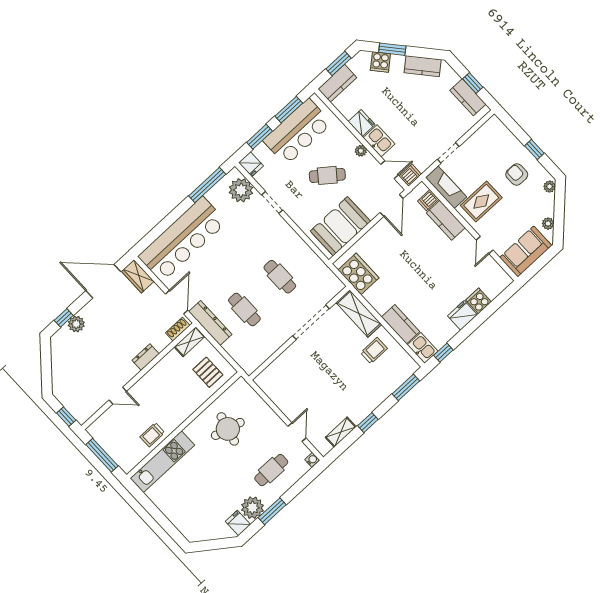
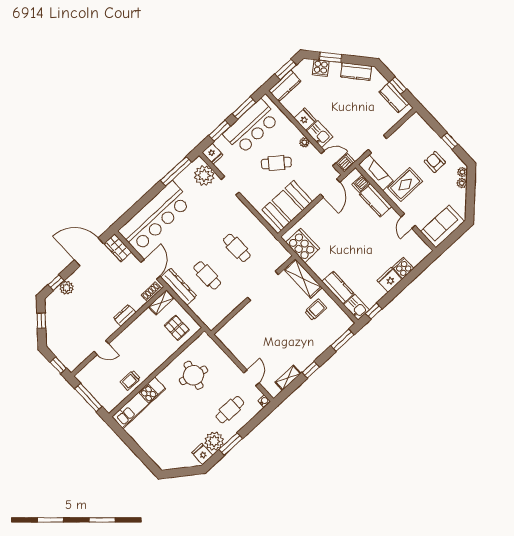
plant: (548, 224) -> (462, 183), moved
window: (46, 363) -> (41, 321), added

